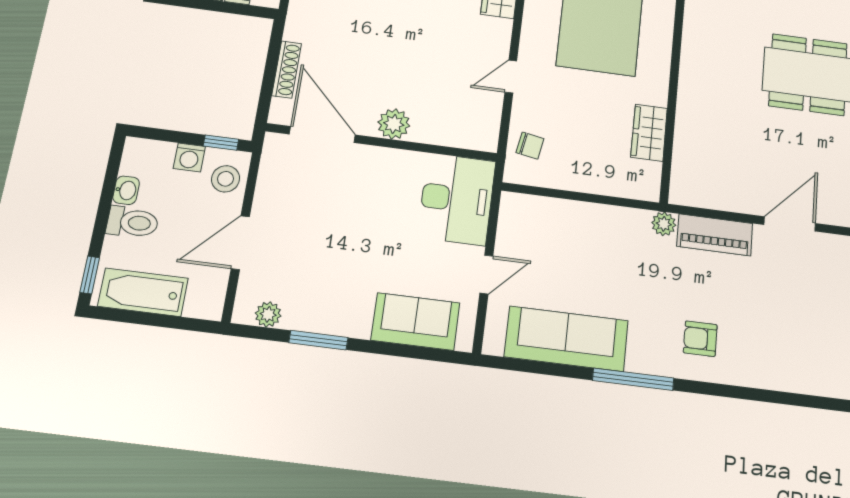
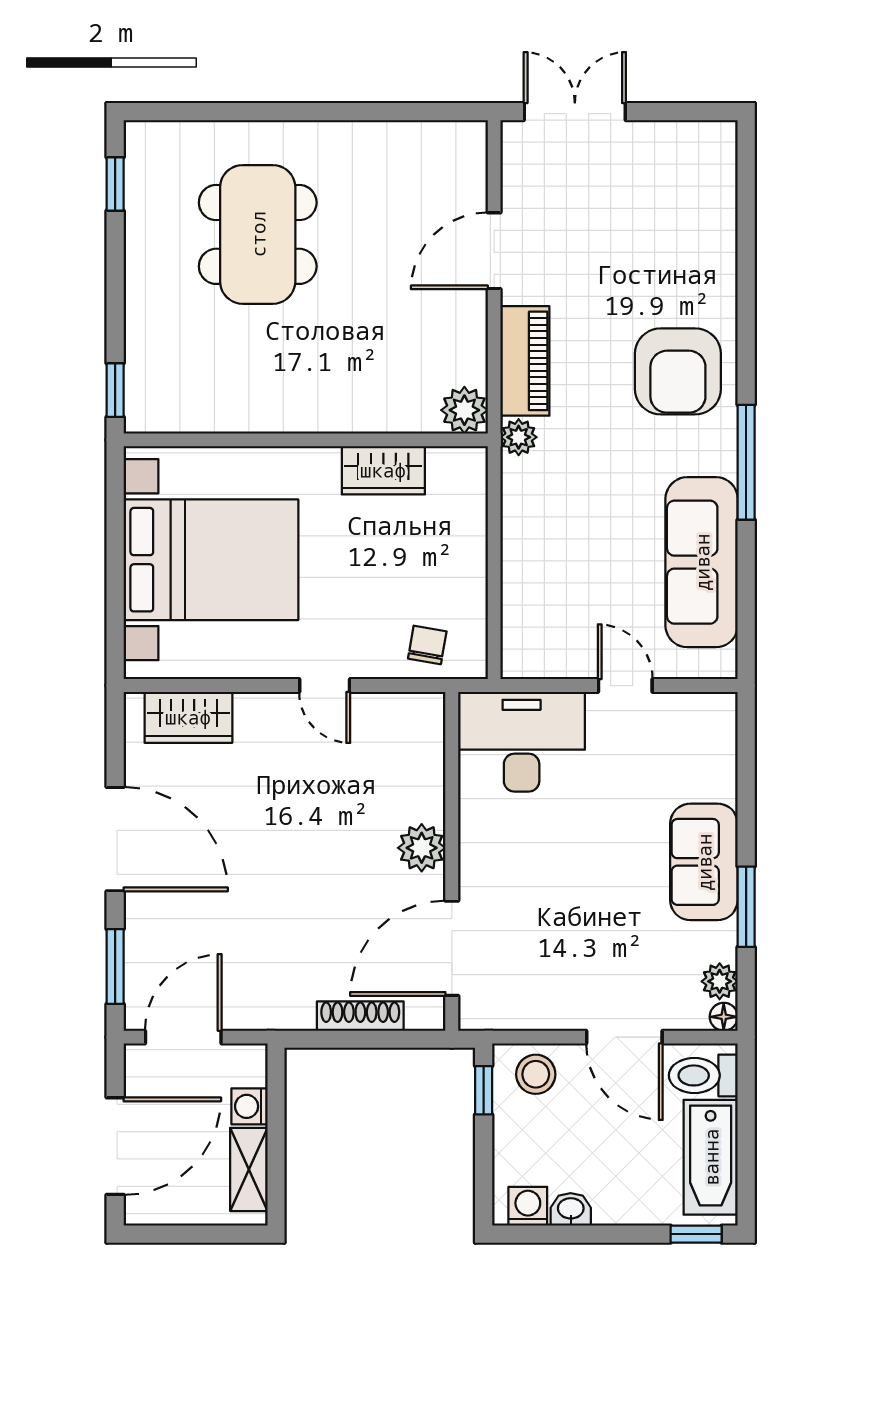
washing machine: (189, 157) -> (528, 1206), moved, turned -90
plant: (685, 190) -> (464, 410), added
toilet: (133, 222) -> (703, 1075), moved, turned -90
door: (790, 224) -> (494, 251), hinge flipped
floor lamp: (242, 314) -> (724, 1017), added
sofa: (415, 322) -> (704, 862), moved
armchair: (700, 339) -> (678, 371), width x1.88, depth x1.88

